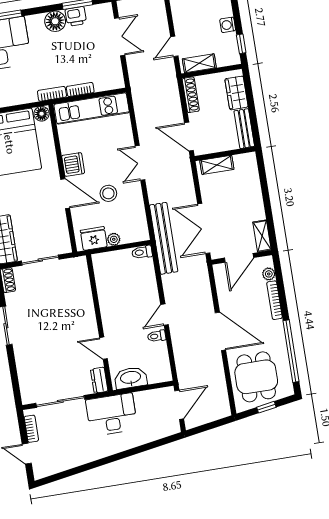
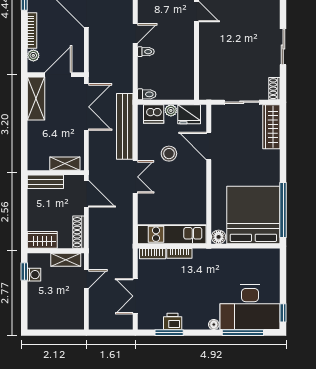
floor lamp: (55, 21) -> (214, 324), moved, width x0.53, depth x0.53
washing machine: (228, 25) -> (34, 275), moved
wardrobe: (237, 93) -> (42, 240), moved, turned -90
bookcase: (52, 94) -> (153, 254), moved
bench: (244, 129) -> (45, 182), moved, turned 90
dishwasher: (73, 164) -> (154, 114), moved, turned -90
door: (65, 194) -> (209, 146), moved
shelving: (262, 236) -> (36, 99), width x1.50, depth x1.33
bench: (164, 238) -> (125, 126), moved
toilet: (157, 336) -> (146, 52), moved

